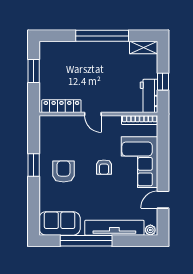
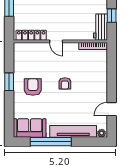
corner sofa: (139, 162) -> (93, 79), removed

